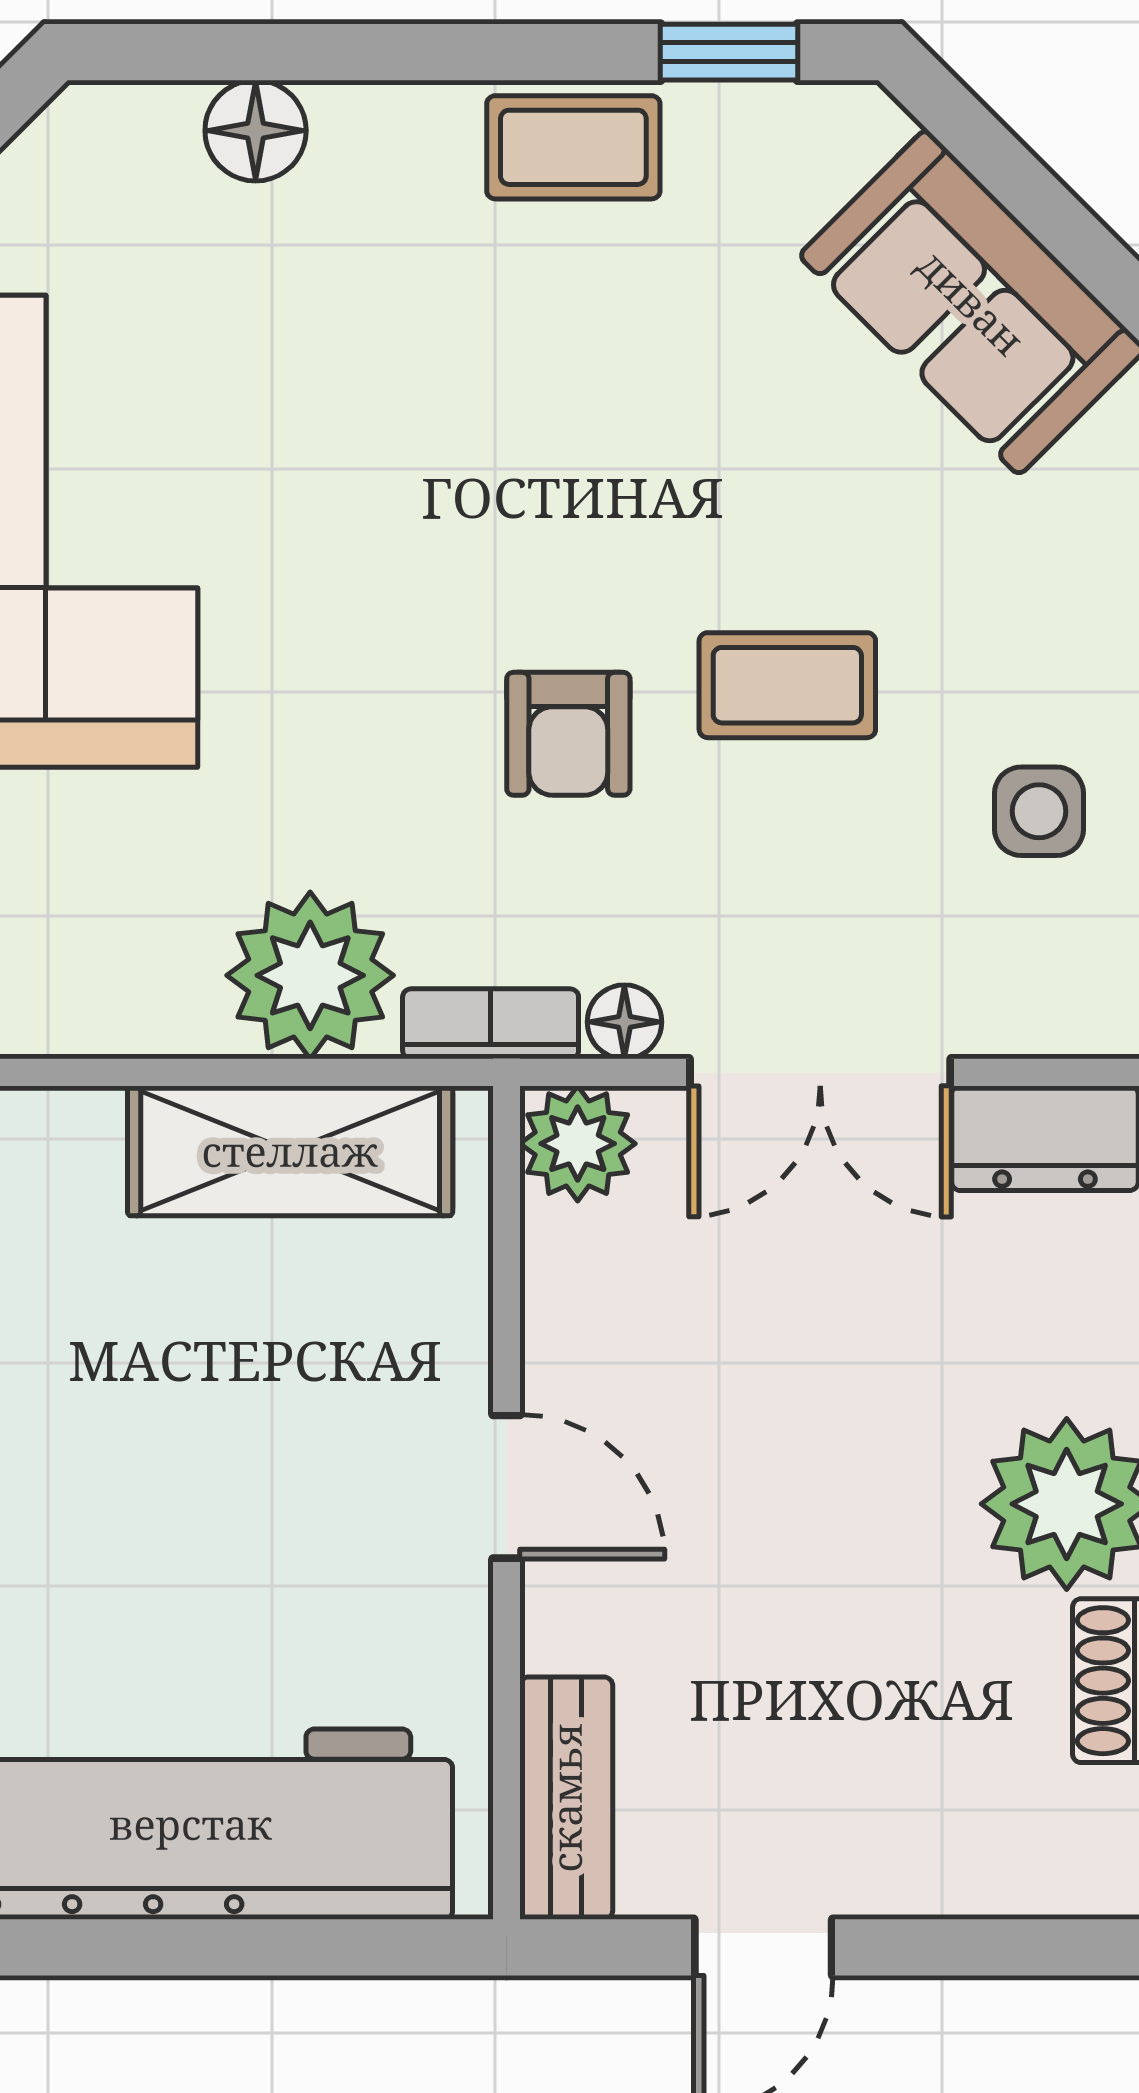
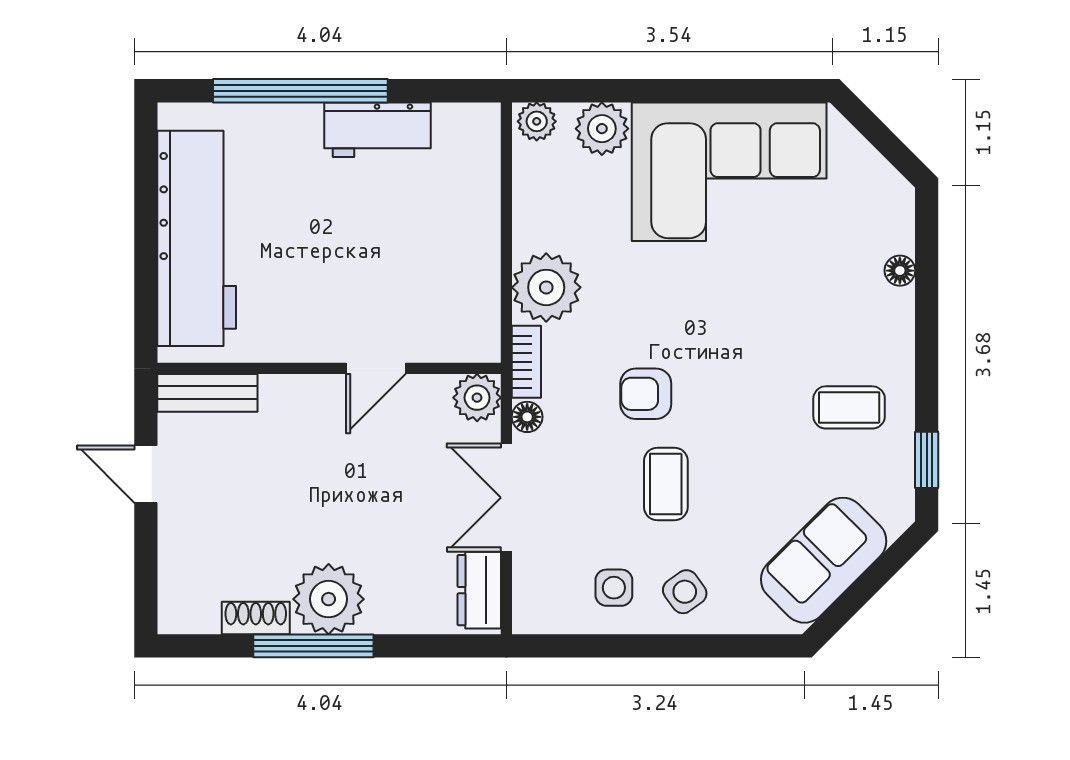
floor lamp: (256, 131) -> (900, 271), width x0.73, depth x0.73
coffee table: (573, 147) -> (849, 407), moved, turned 90
side table: (1049, 639) -> (685, 592), added
shelving: (290, 1151) -> (474, 279), removed
door: (506, 1487) -> (376, 368), moved

